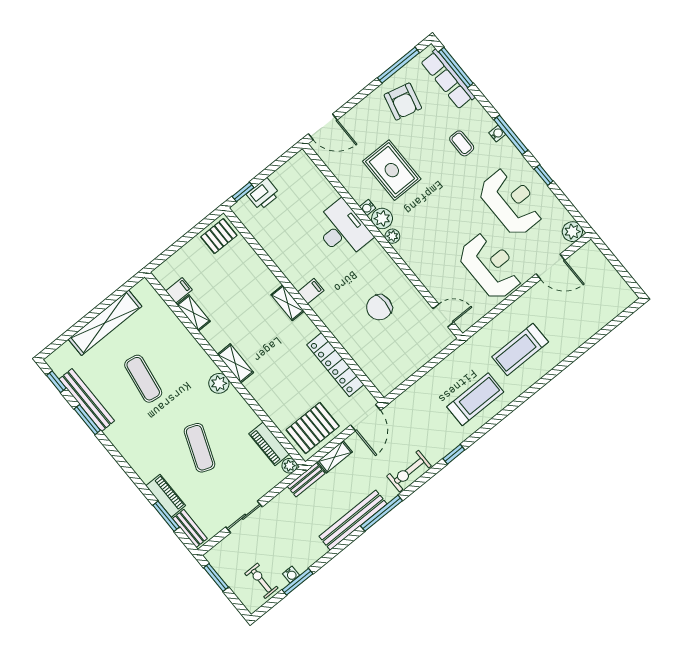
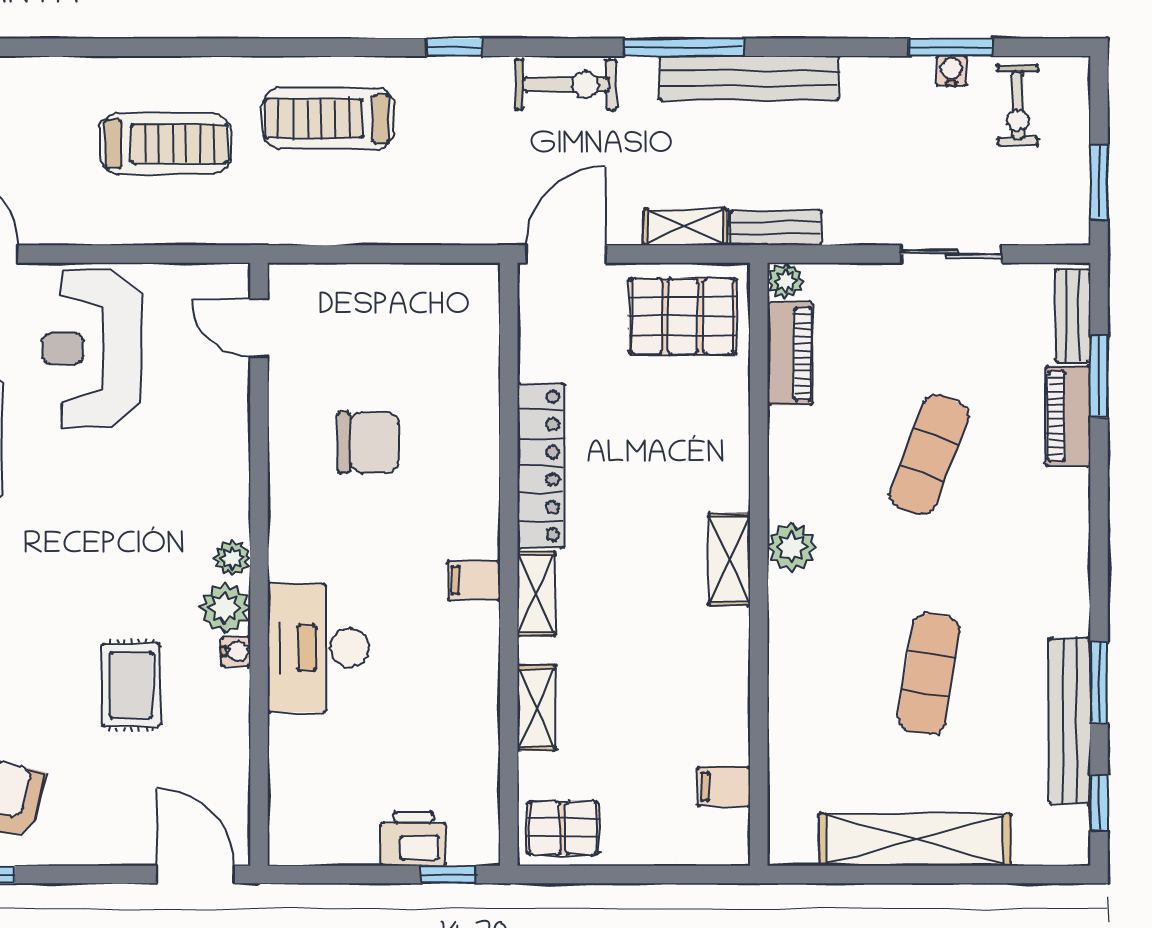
rug: (392, 170) -> (131, 685), width x0.73, depth x0.70
shelving: (193, 313) -> (536, 708), moved
locker: (335, 365) -> (541, 466), moved

